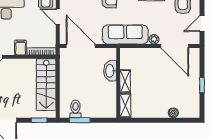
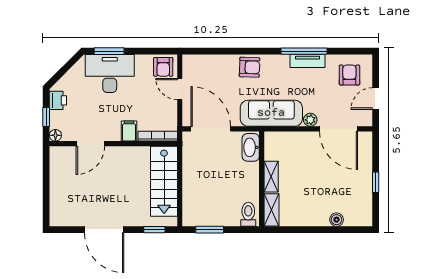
washbasin: (110, 71) -> (251, 147), moved
toilet: (75, 109) -> (248, 214), moved

